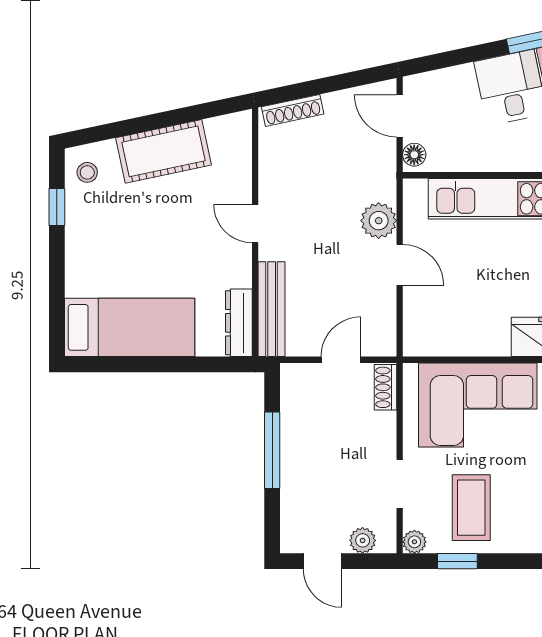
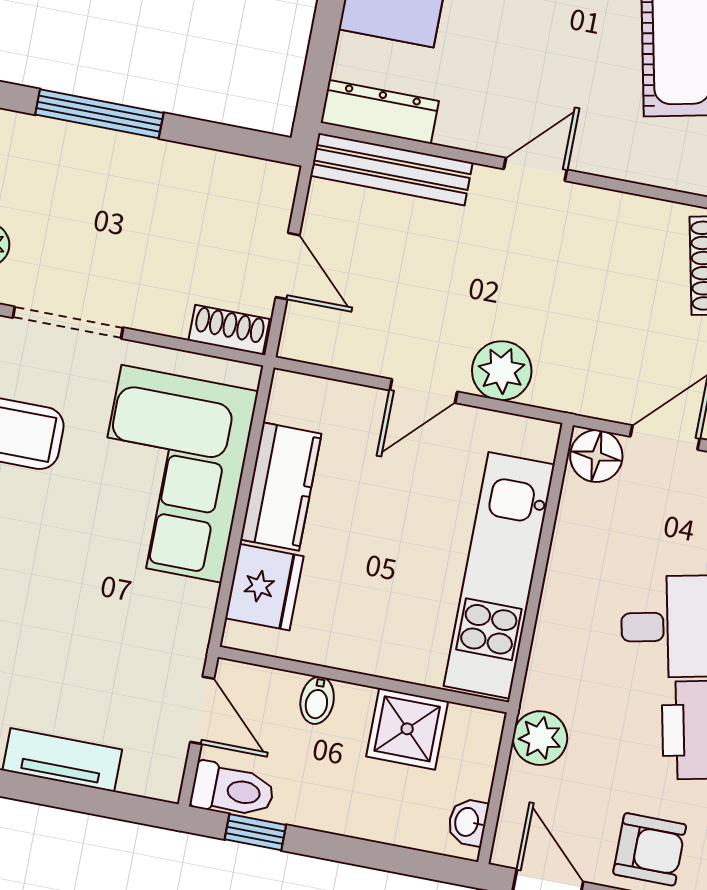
floor lamp: (414, 155) -> (596, 456), width x1.37, depth x1.37
kitchen counter: (473, 339) -> (281, 487), added
window: (272, 450) -> (99, 114), moved
doorway: (400, 484) -> (68, 323), width x1.38

